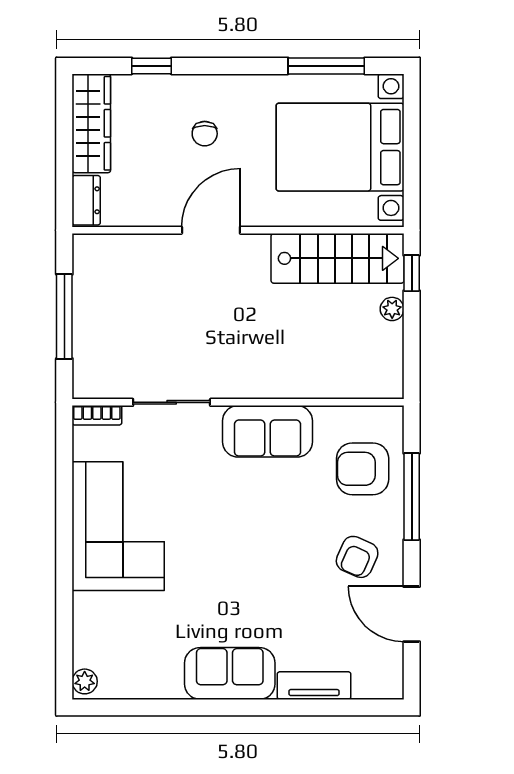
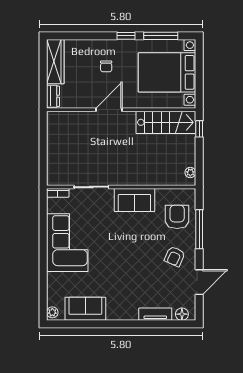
window: (151, 66) -> (126, 36), moved
plant: (392, 309) -> (190, 172), moved
window: (64, 316) -> (43, 148), removed
armchair: (363, 469) -> (177, 217), turned 90
door: (412, 614) -> (199, 282), swing flipped
sofa: (230, 673) -> (85, 309), moved
floor lamp: (373, 685) -> (182, 314), added

